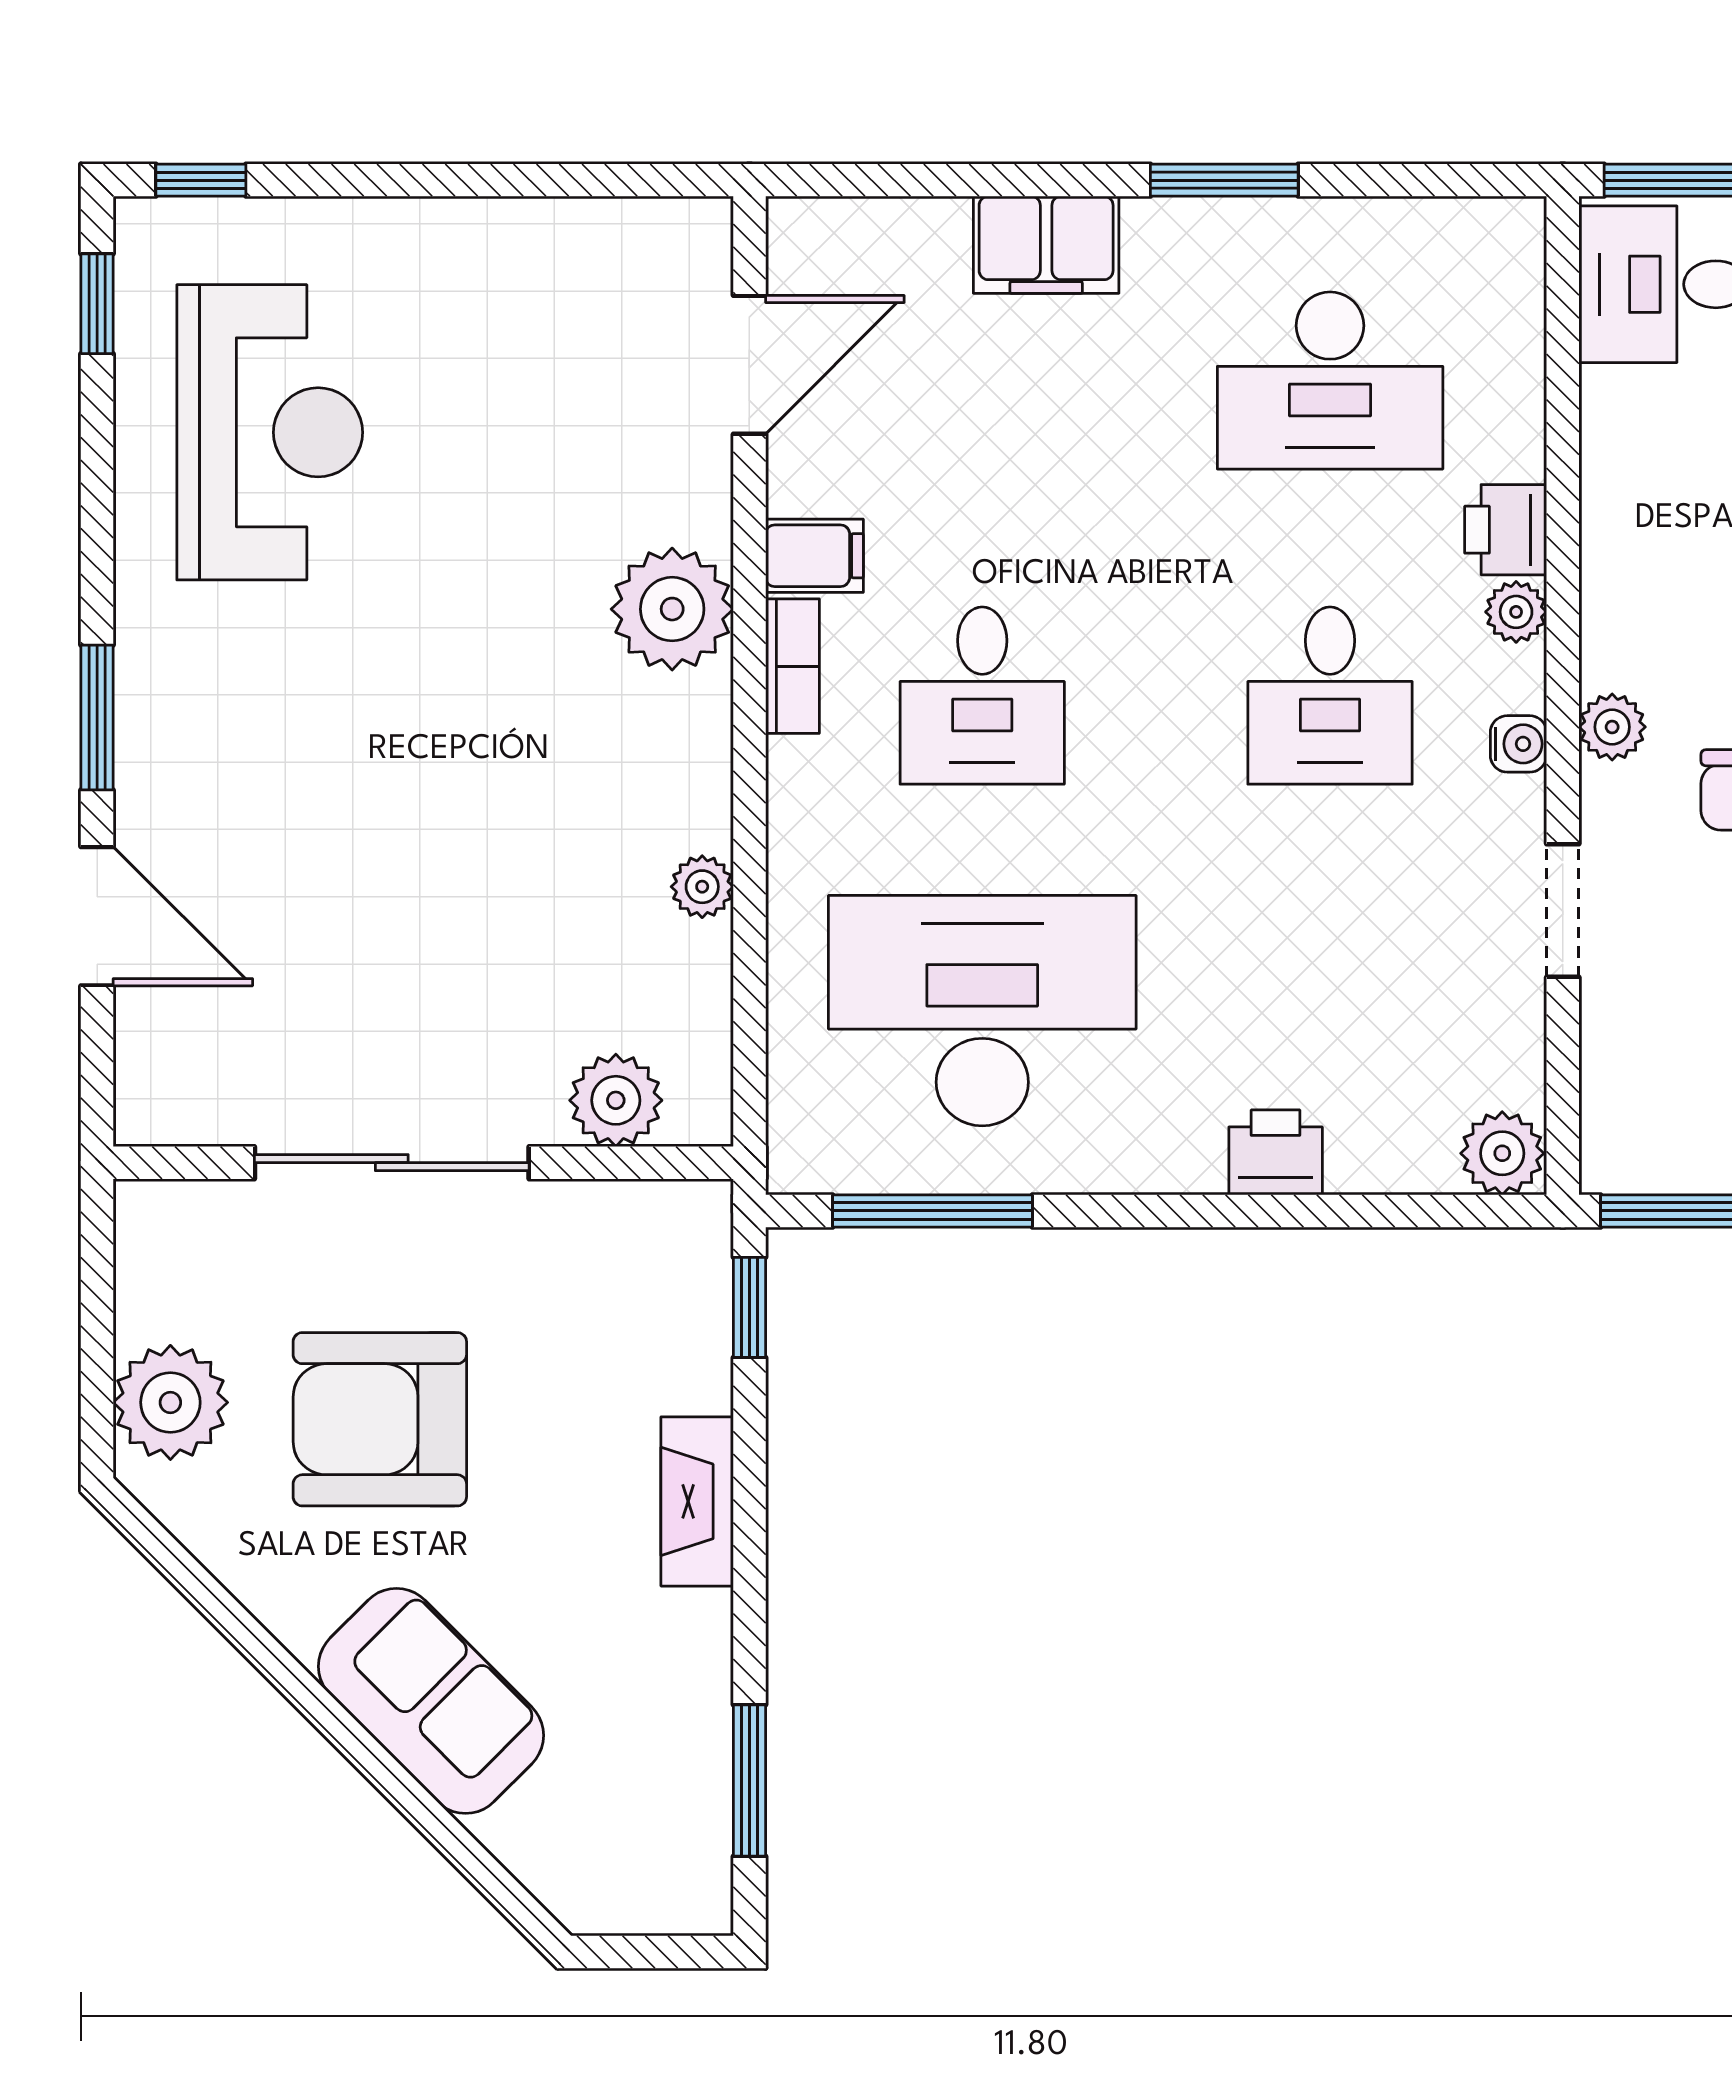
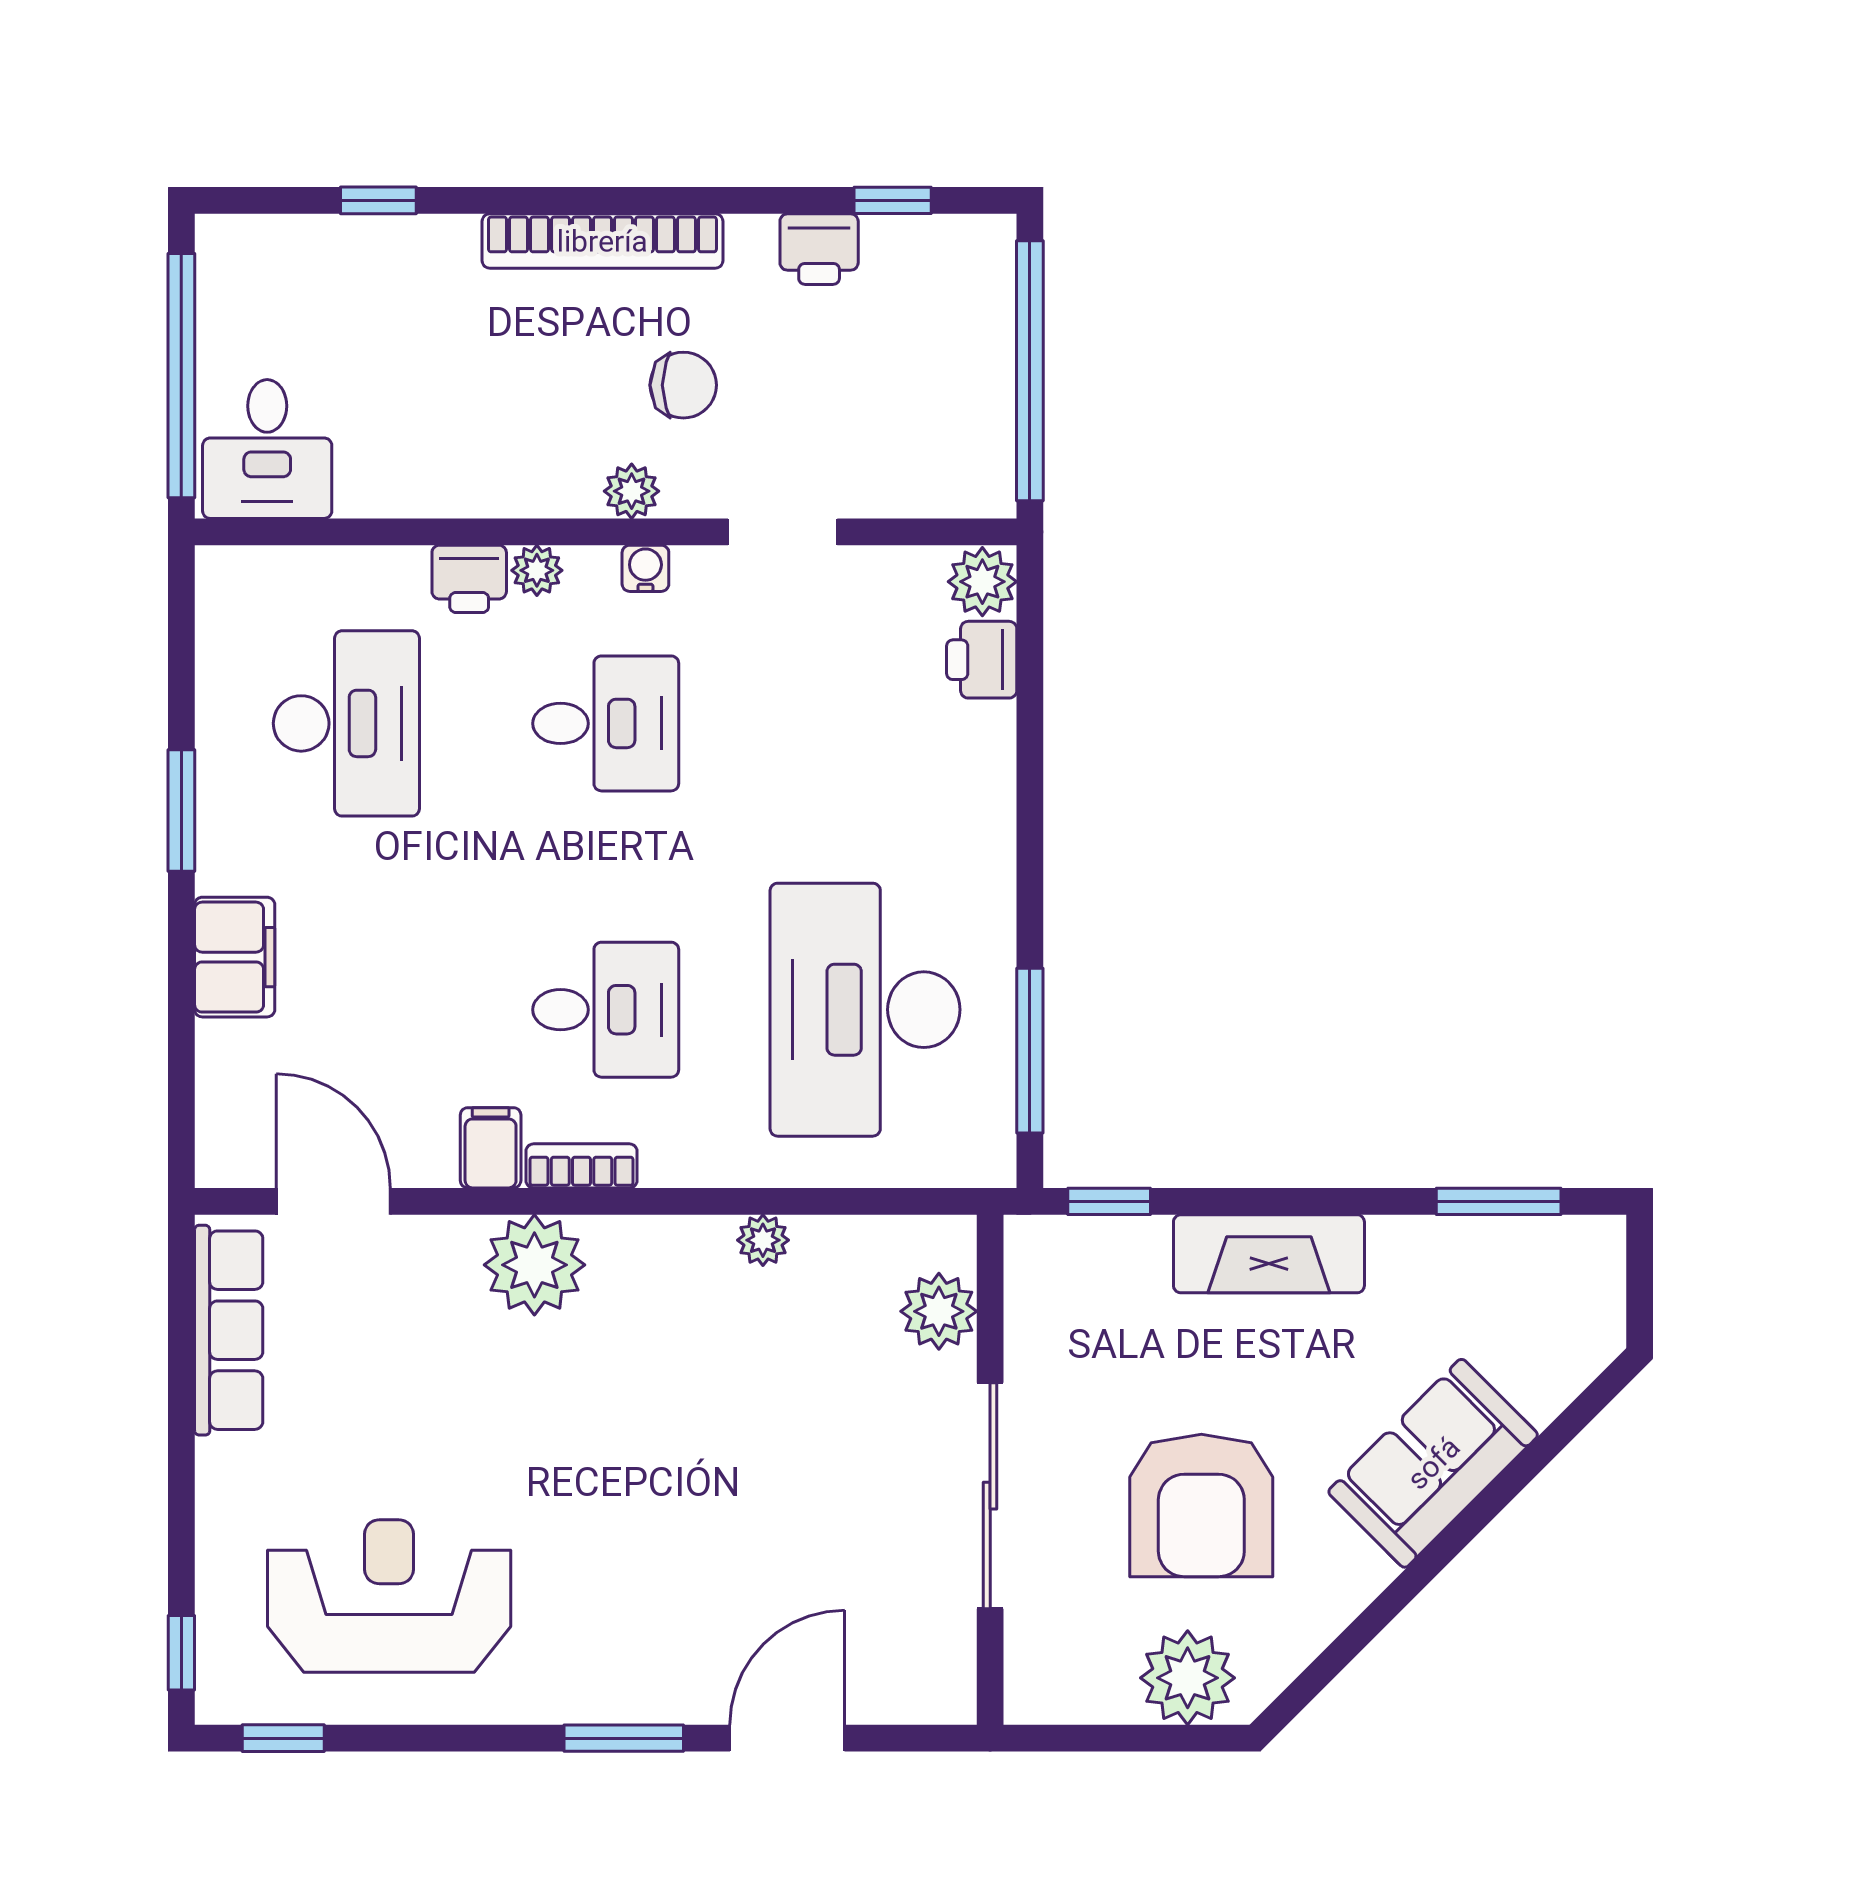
row of seats: (593, 237) -> (229, 1330), added
printer: (1276, 1152) -> (982, 660), moved
fireplace: (697, 1501) -> (1269, 1254), width x1.37, depth x1.32

